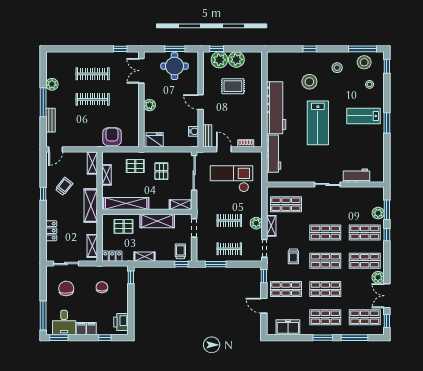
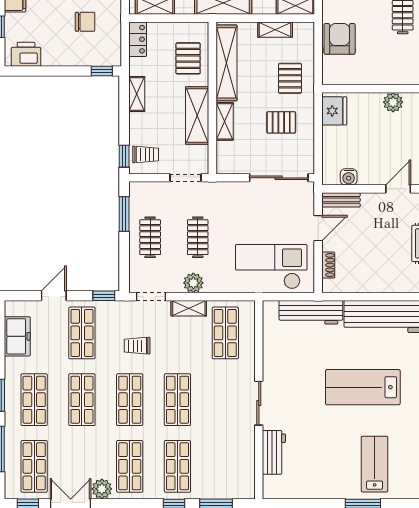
armchair: (112, 137) -> (340, 39), turned -90
checkout: (232, 179) -> (271, 267), moved, turned -90
shelving: (181, 205) -> (225, 121), moved
plant: (378, 213) -> (210, 489), removed

